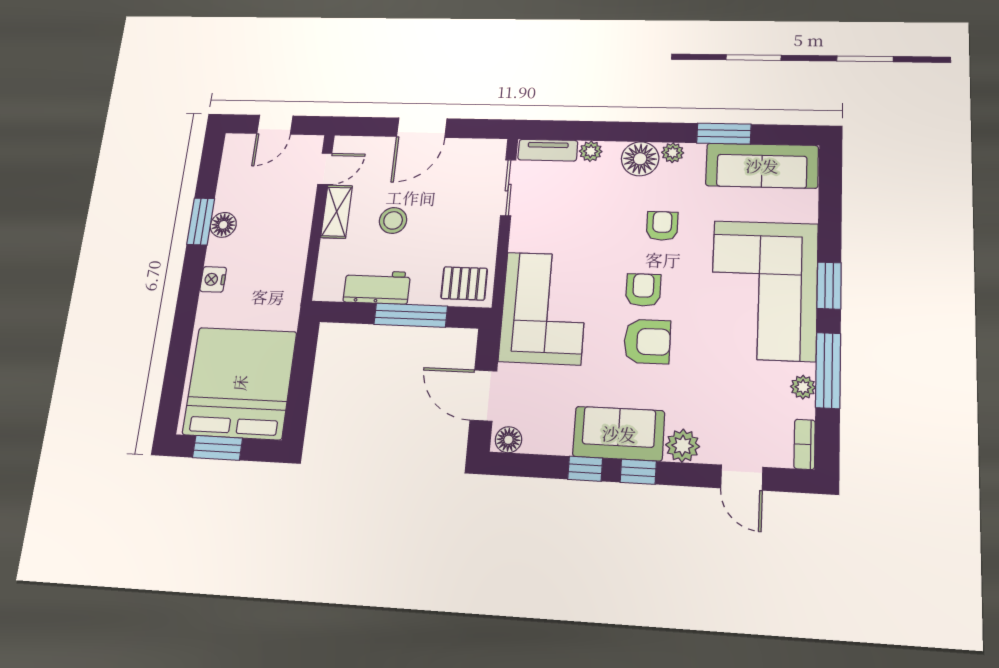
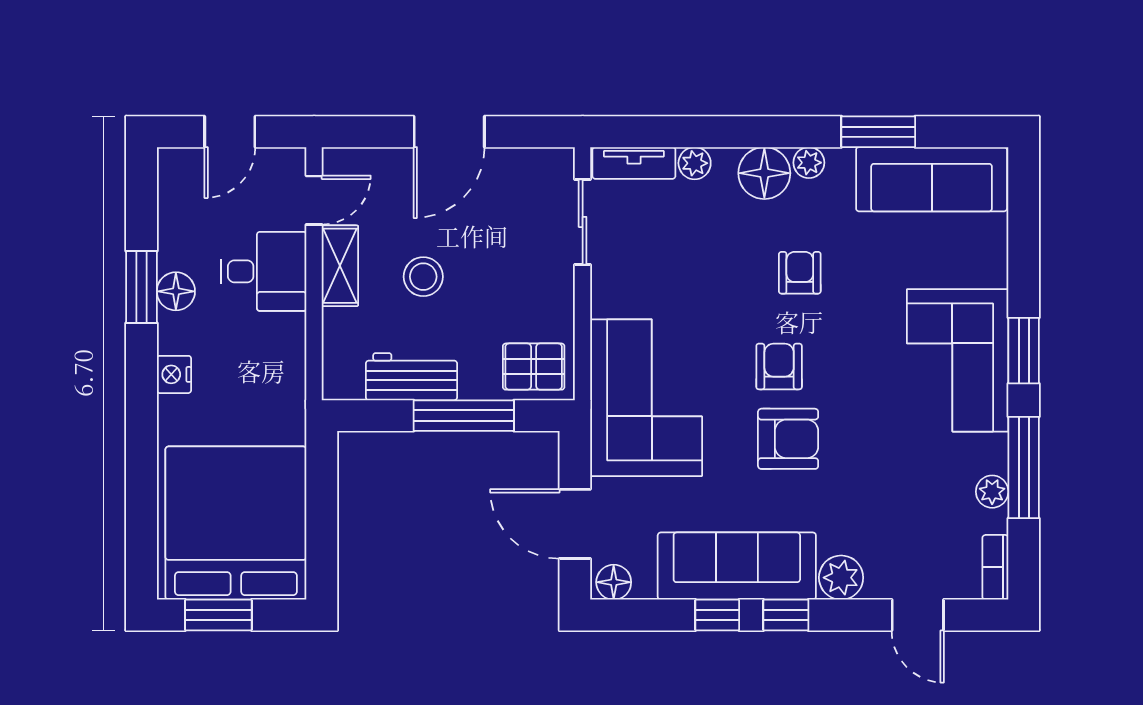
desk: (284, 214) -> (264, 271), added
corner sofa: (764, 290) -> (958, 360), width x0.73, depth x0.74
sofa: (619, 434) -> (737, 566), width x1.36

